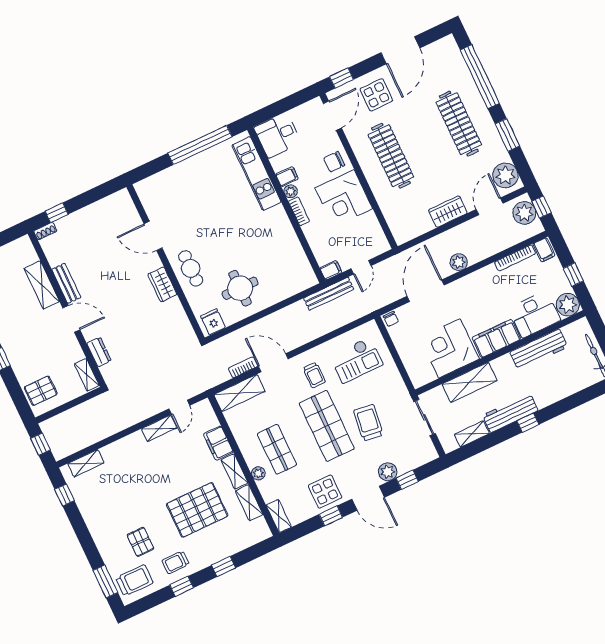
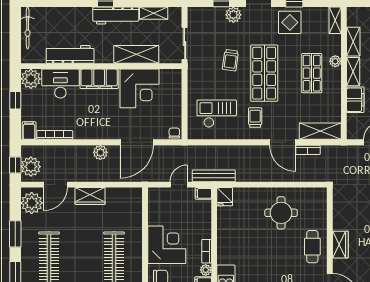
fridge: (213, 322) -> (225, 197), moved
trolley: (368, 423) -> (230, 60), width x0.73, depth x0.72

